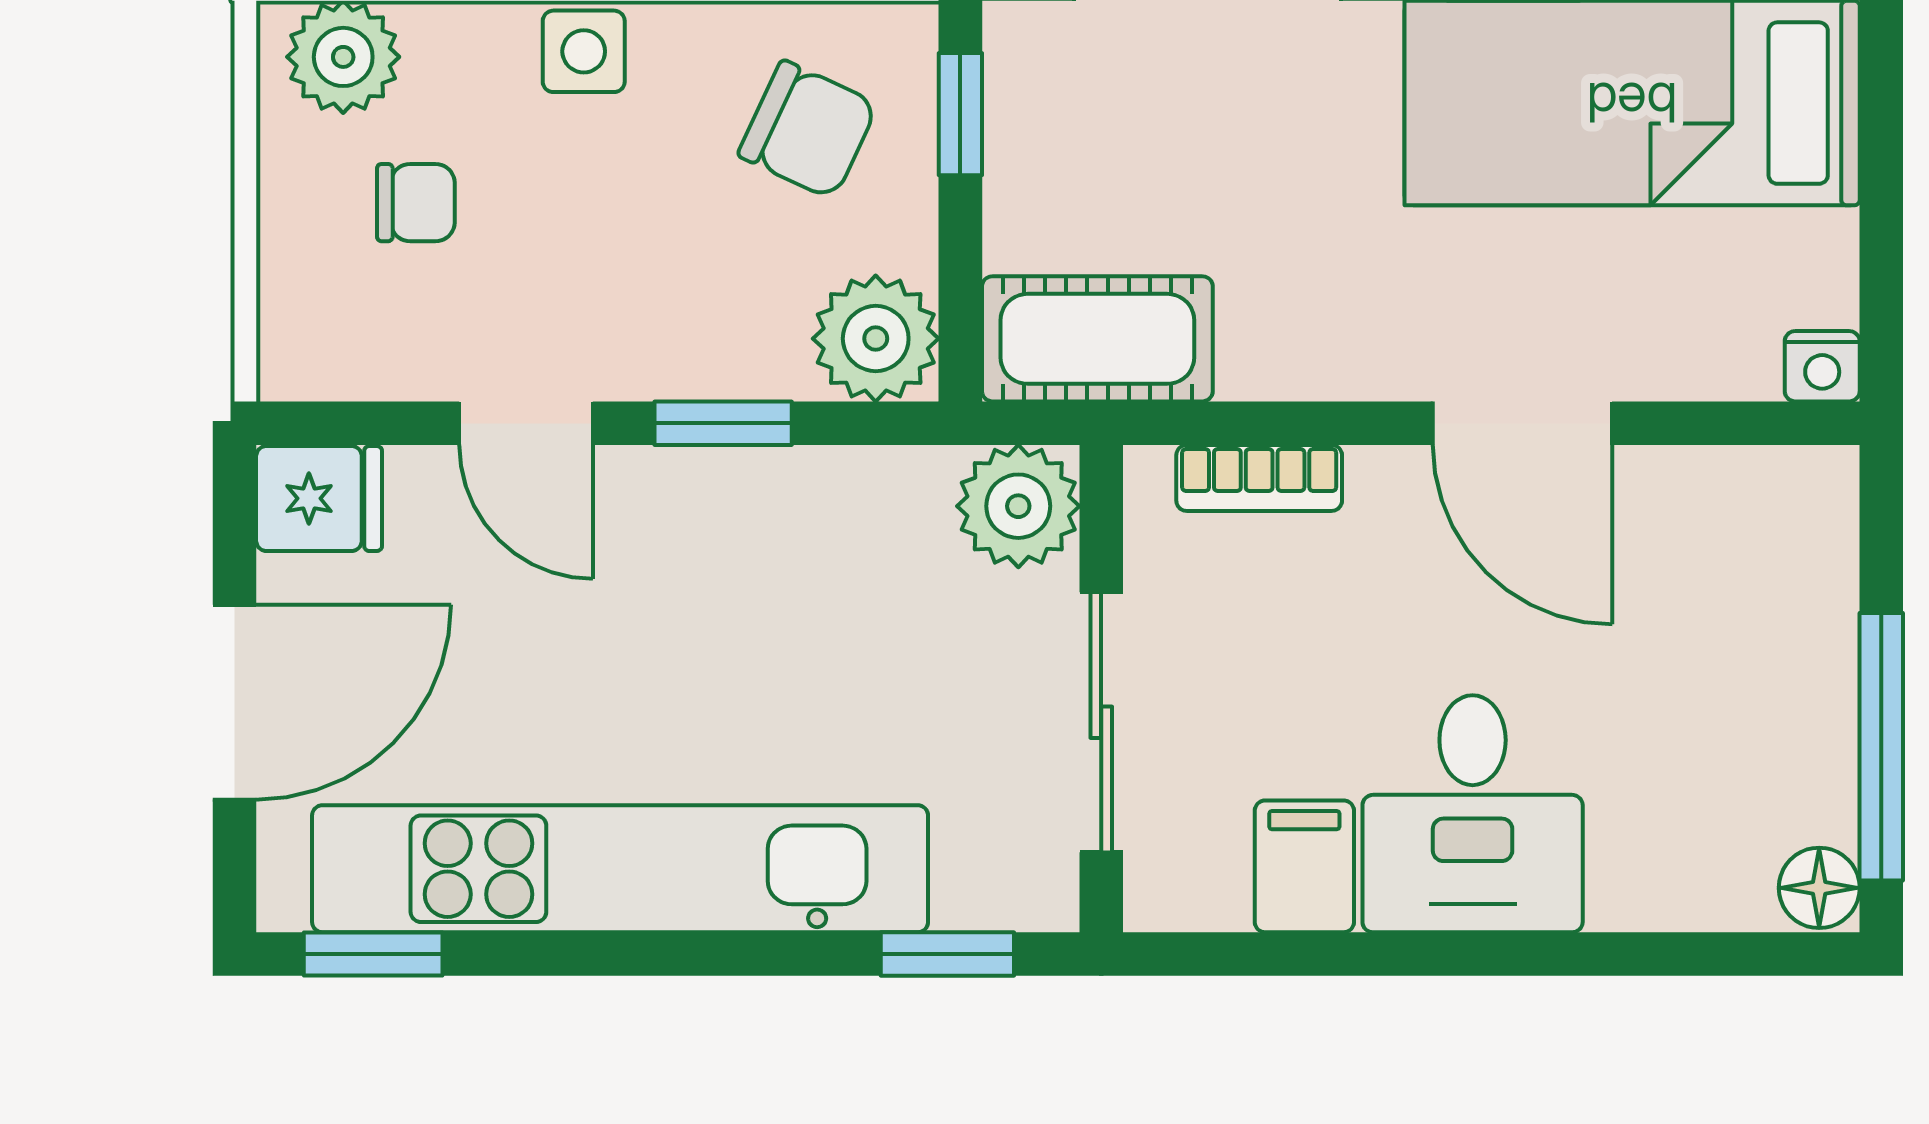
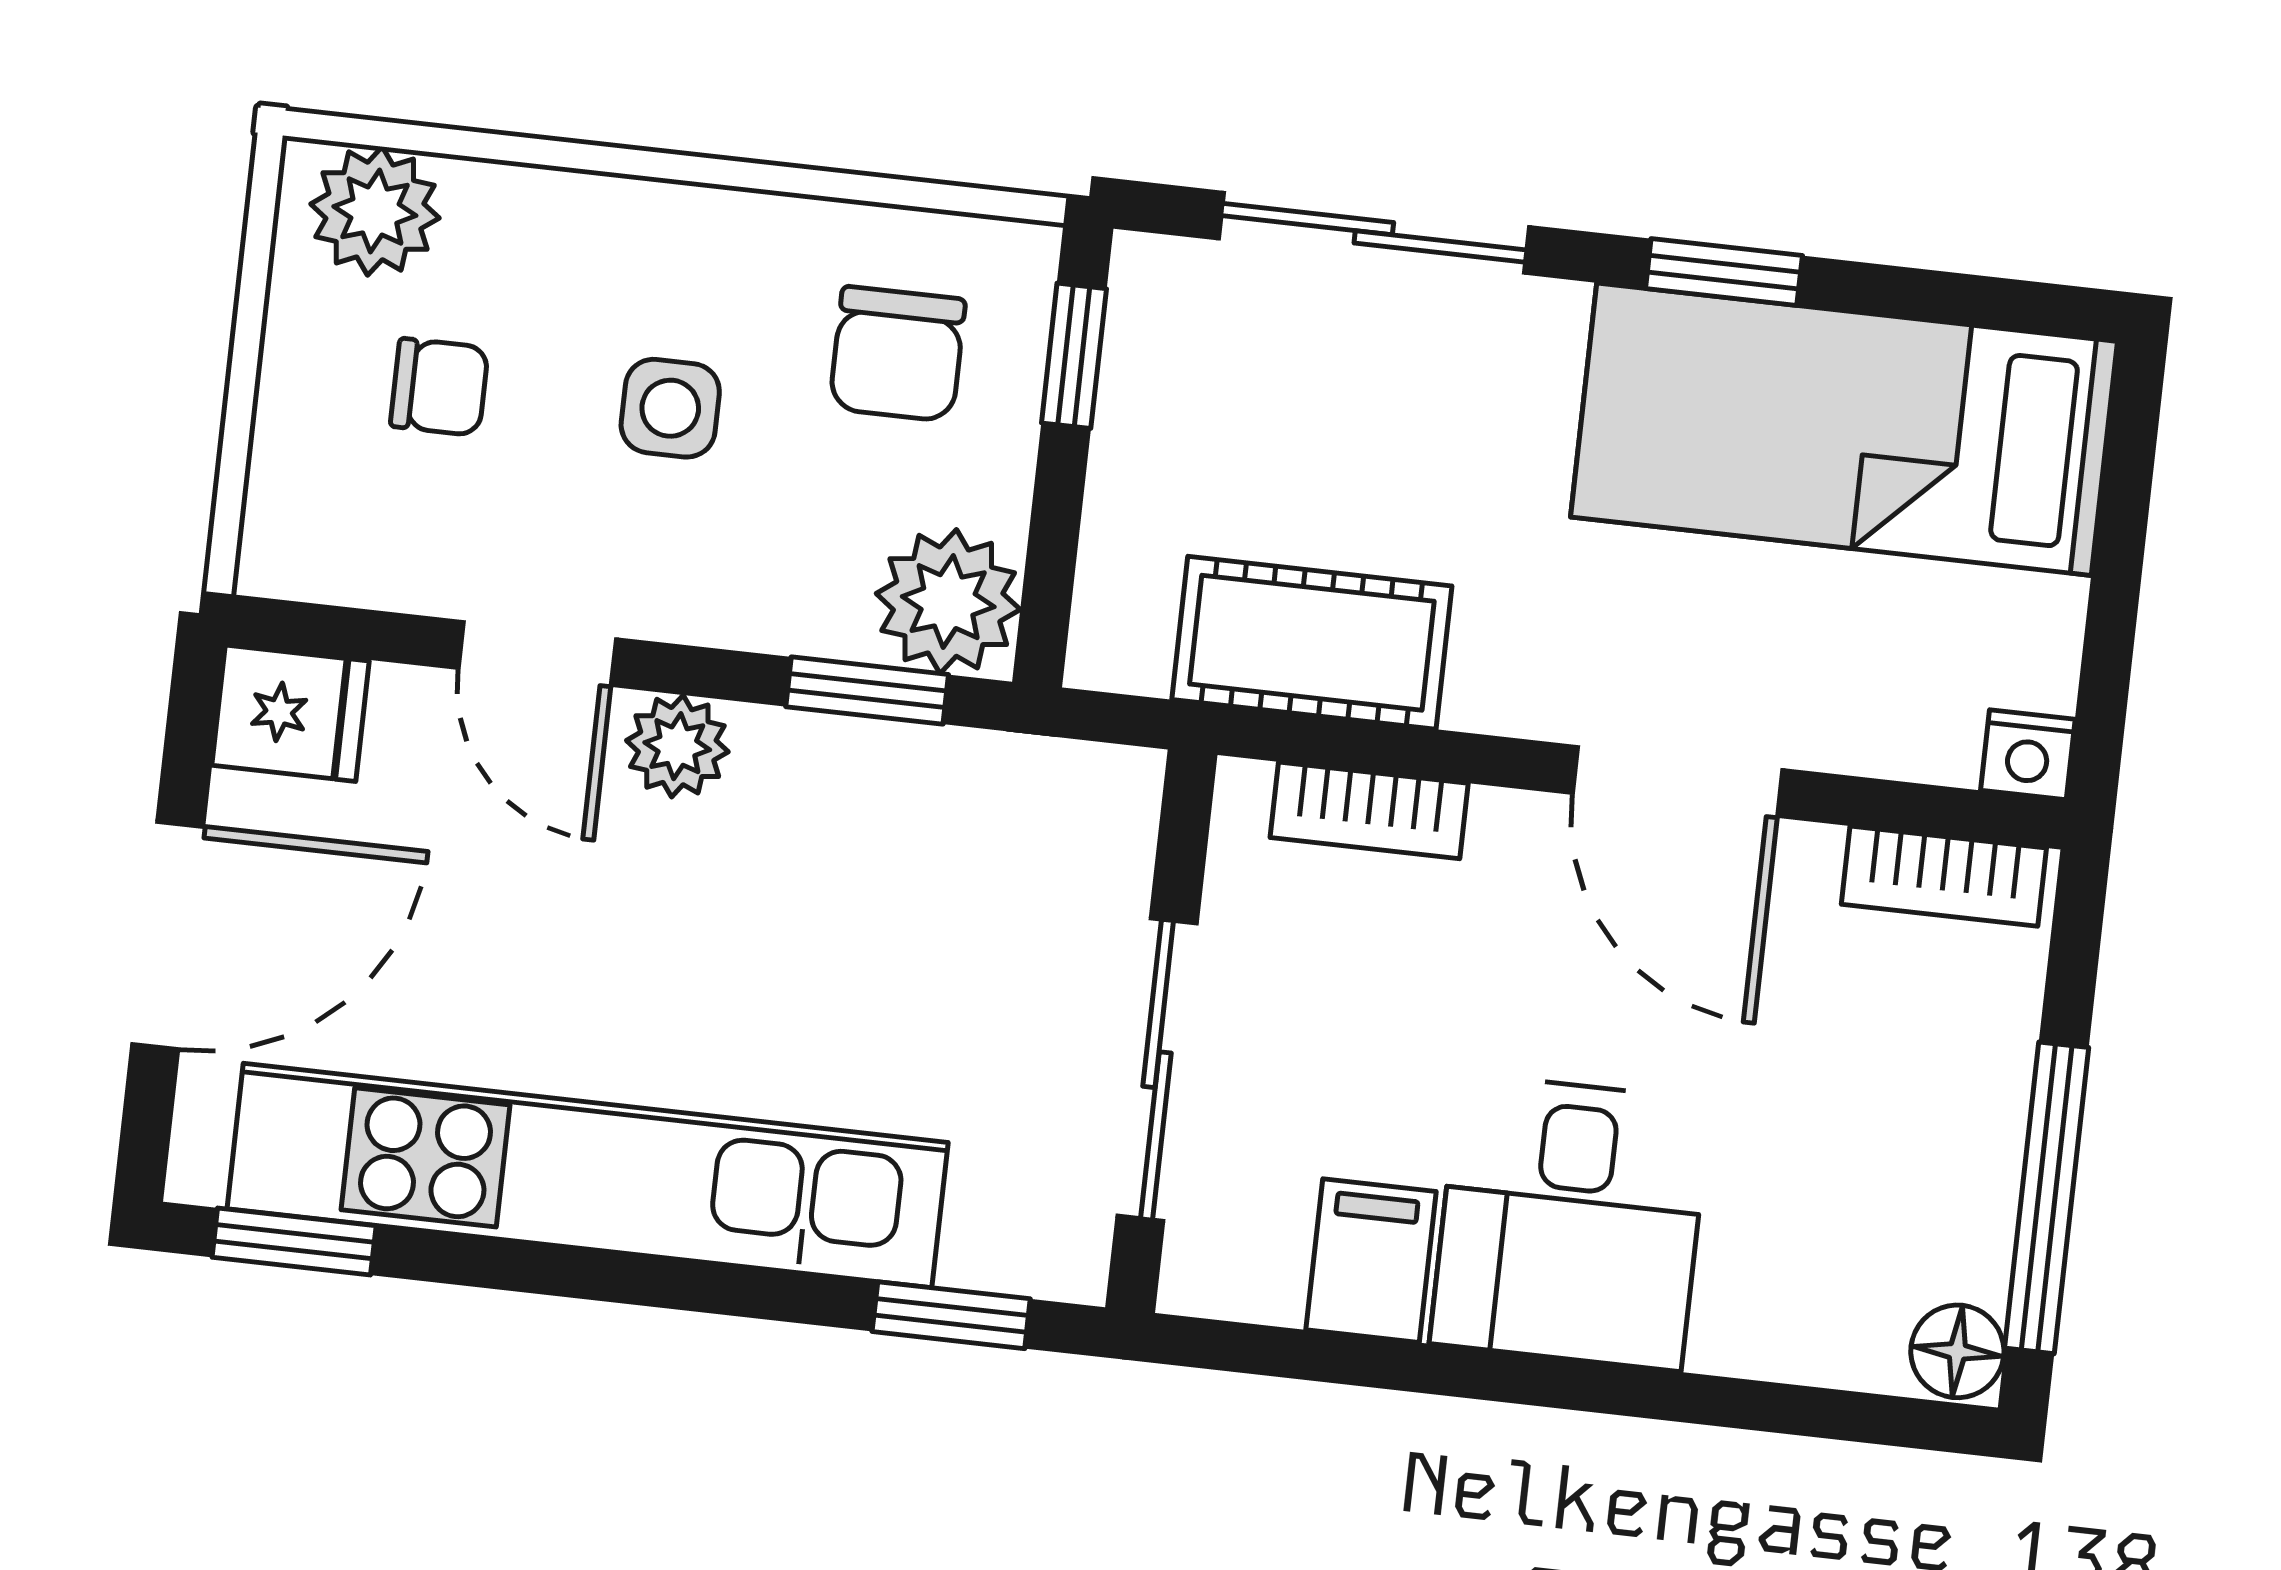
side table: (584, 51) -> (670, 408), moved
chair: (808, 130) -> (897, 354), turned 65
cot: (1097, 339) -> (1312, 643), moved
window: (723, 423) -> (867, 691), moved
bookcase: (1761, 479) -> (1944, 876), added
plant: (1018, 506) -> (677, 746), moved, width x0.73, depth x0.73

